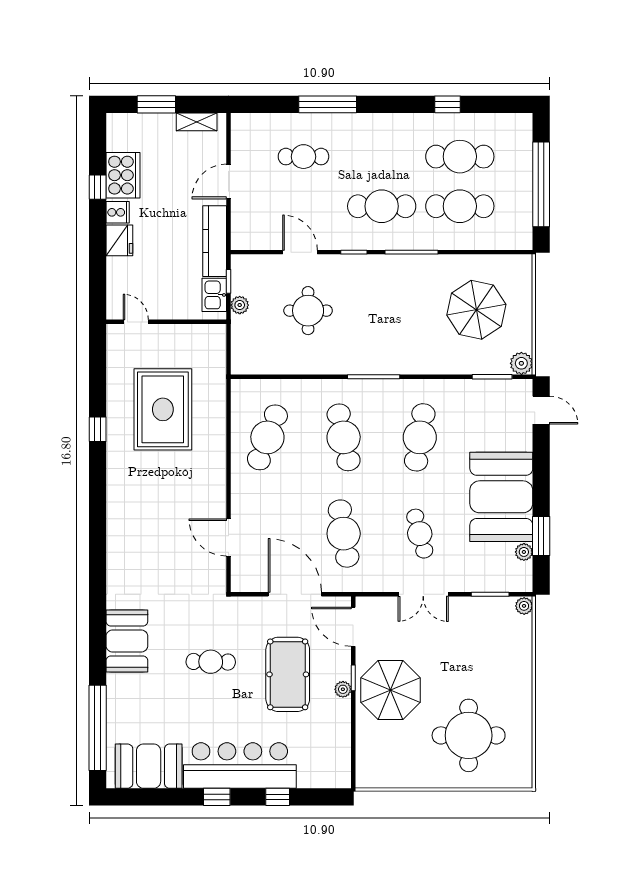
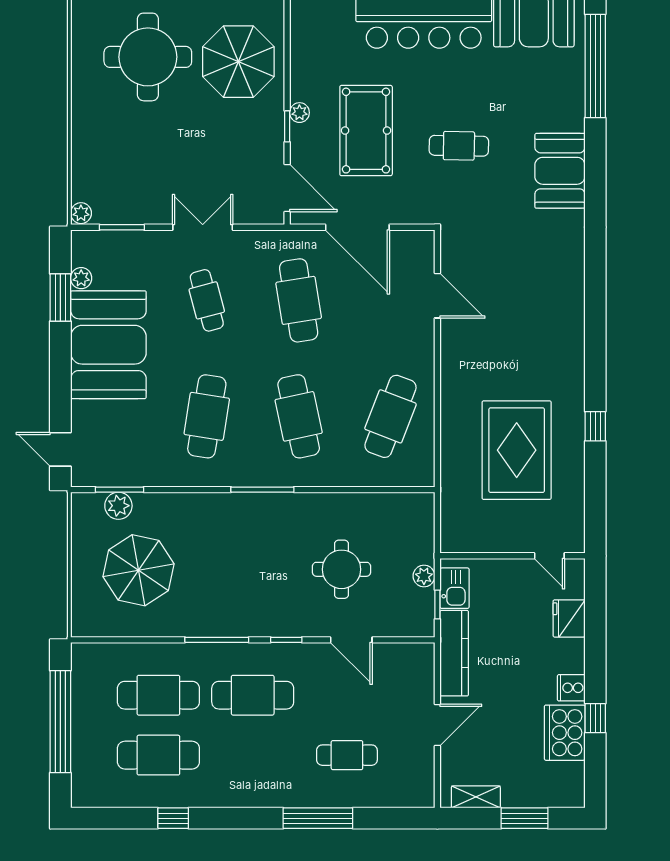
fridge: (119, 240) -> (569, 618), moved
plant: (521, 363) -> (118, 506), moved
parasol: (390, 690) -> (238, 62), moved

